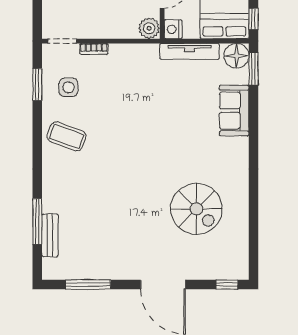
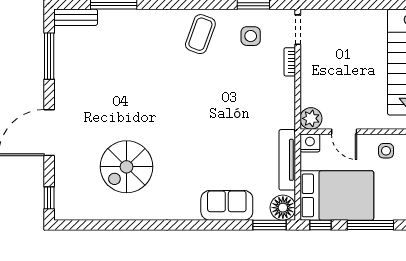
bench: (50, 235) -> (76, 17), moved

